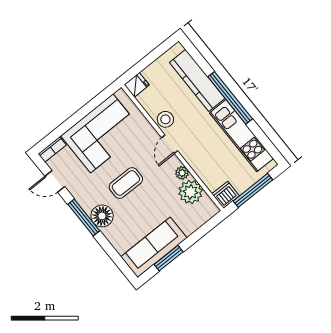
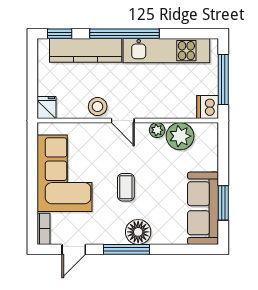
window: (194, 53) -> (60, 34), added
coffee table: (126, 183) -> (126, 187), width x0.73, depth x0.77

